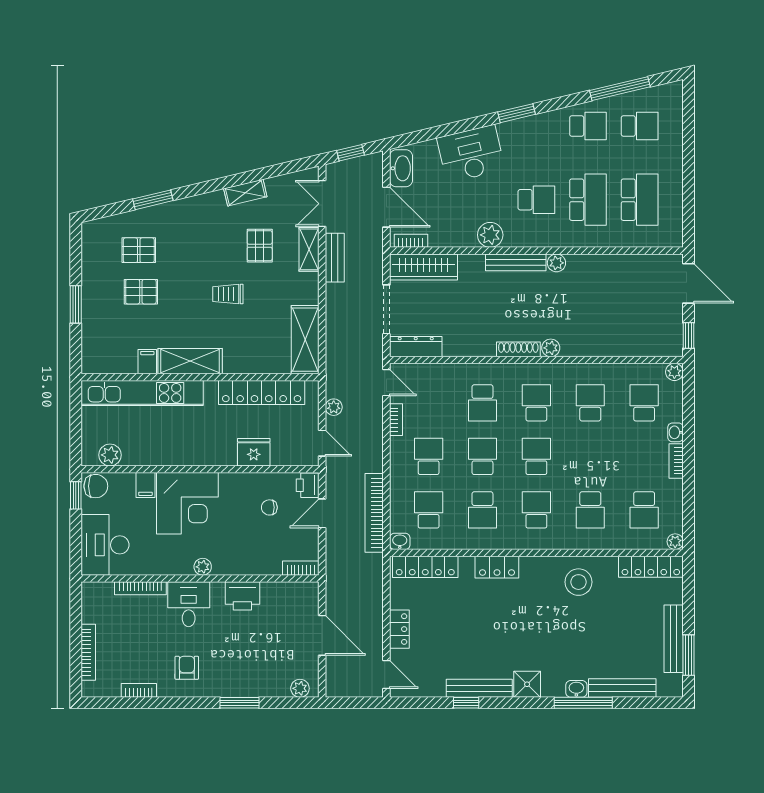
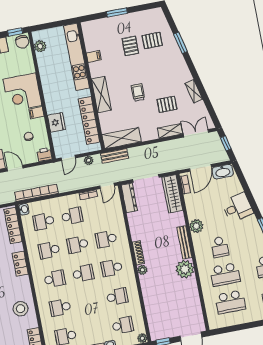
desk: (471, 154) -> (238, 207), width x0.73
pallet: (139, 250) -> (152, 40), turned 90
bench: (335, 258) -> (115, 156), moved
plant: (556, 263) -> (185, 269), width x1.87, depth x1.87
shelving: (190, 361) -> (101, 94), moved
school desk: (536, 403) -> (112, 268), turned 180
school desk: (482, 456) -> (78, 245), turned 180
filing cabinet: (145, 485) -> (36, 113), moved
school desk: (429, 510) -> (44, 221), turned 180
door: (322, 513) -> (15, 168), moved

